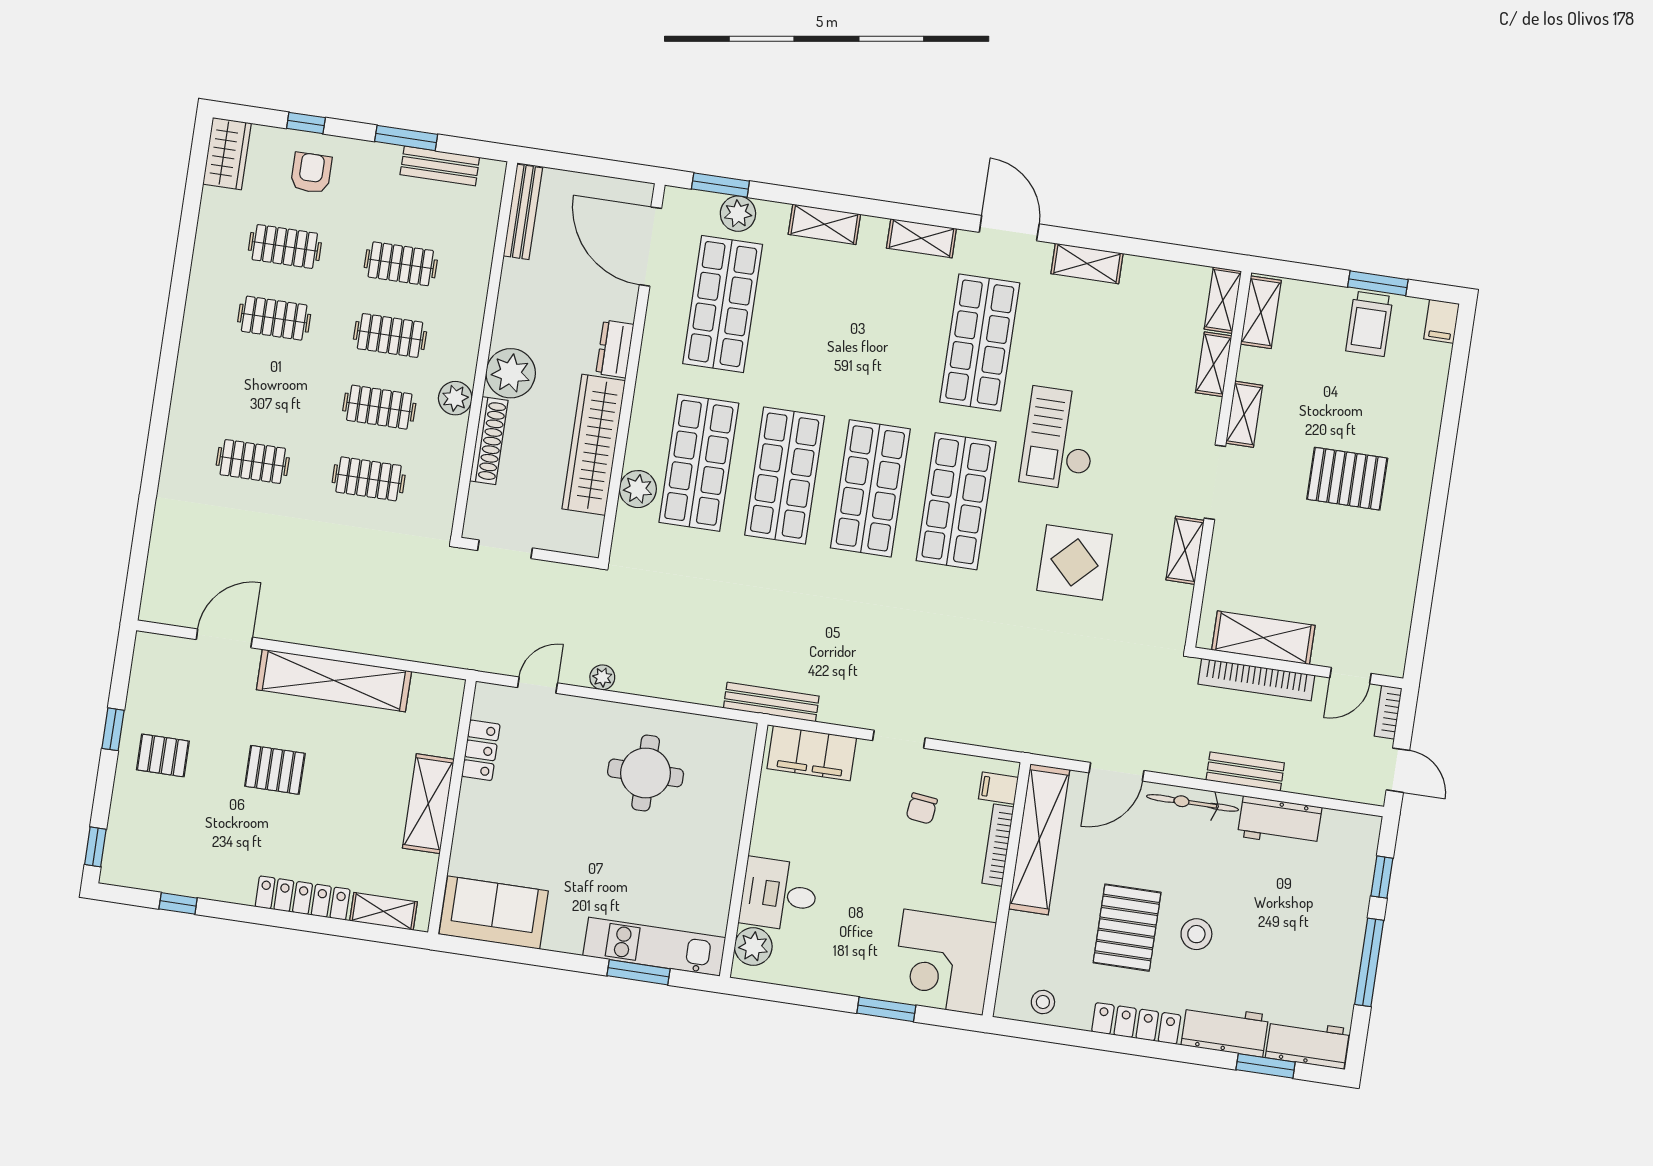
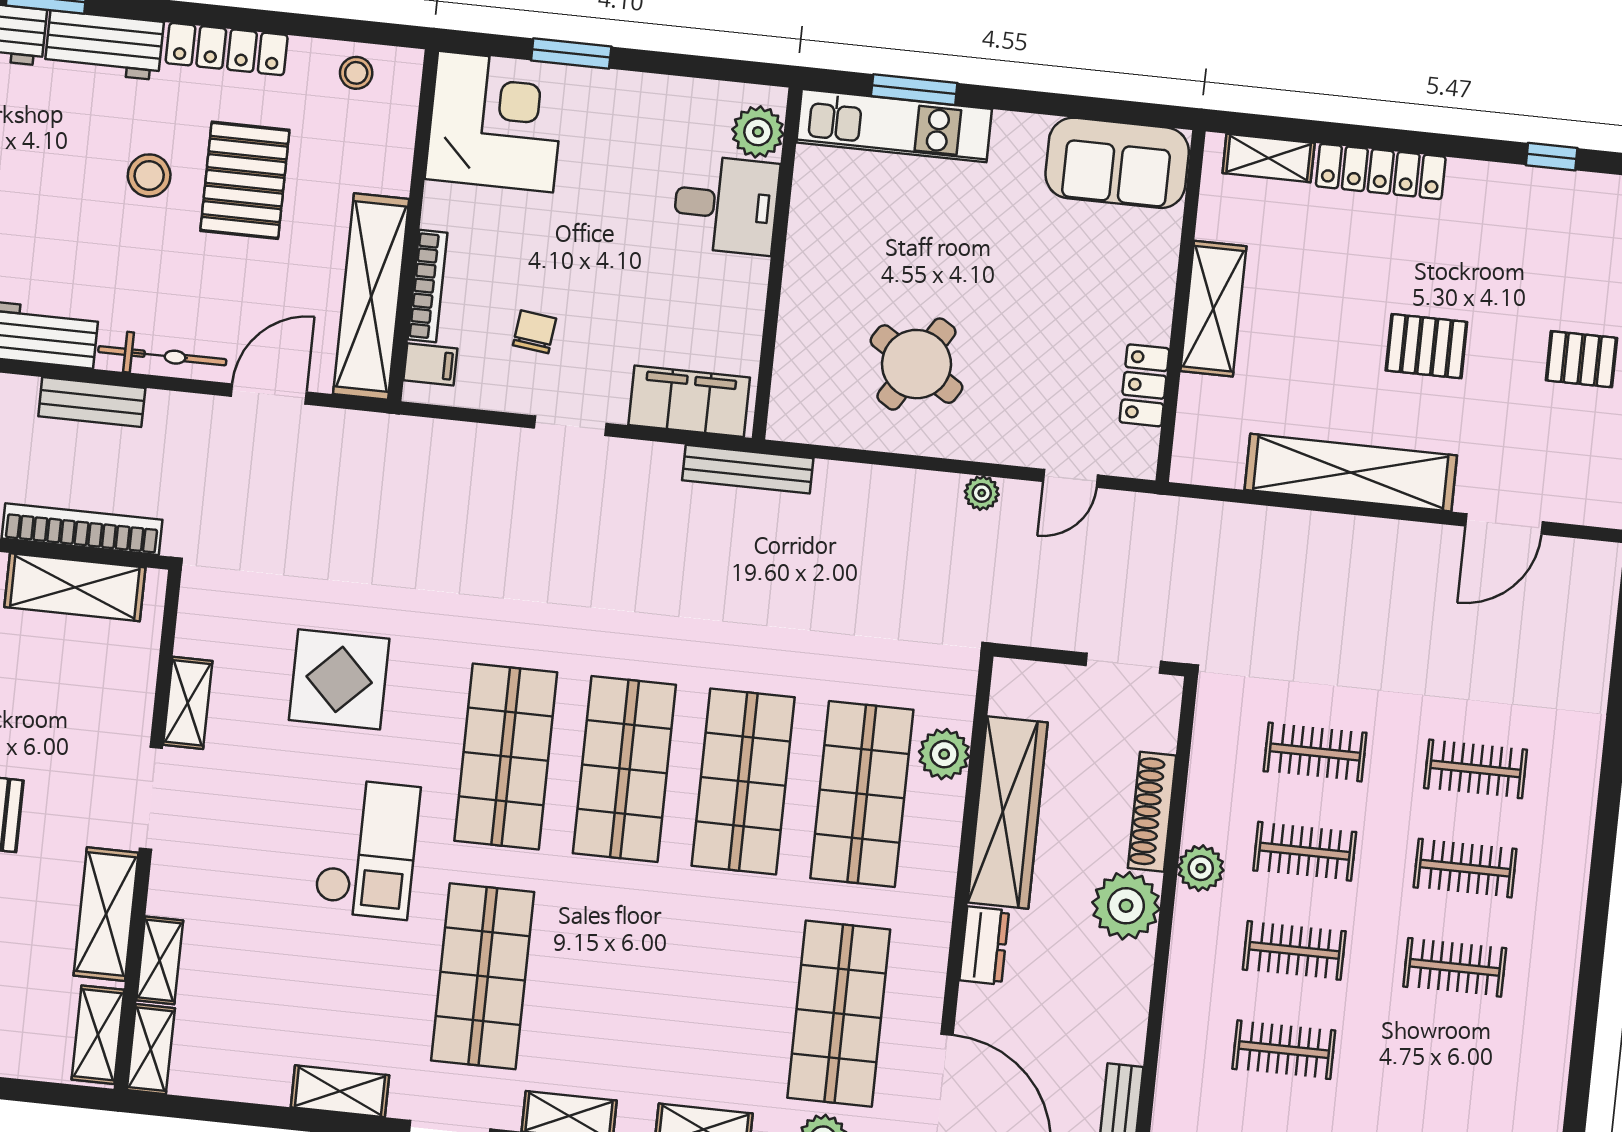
clothes rail: (285, 246) -> (1465, 868), moved
shelving: (1244, 414) -> (106, 914), width x1.50, depth x1.33
round table: (646, 773) -> (916, 364), turned 32

